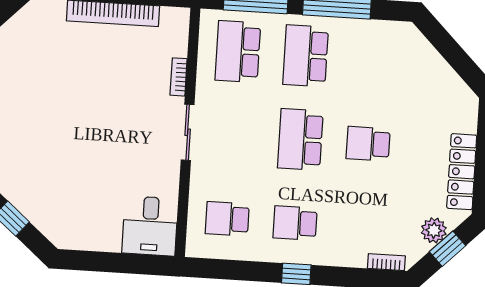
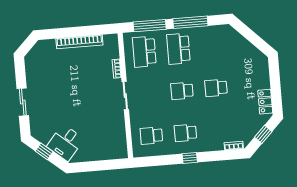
school desk: (300, 139) -> (182, 91), width x0.54
locker: (462, 172) -> (265, 102), width x0.66
desk: (150, 226) -> (65, 143), moved, turned 40
plant: (434, 230) -> (255, 126), removed

